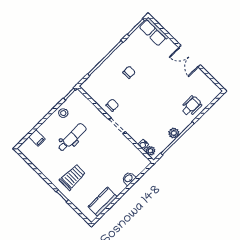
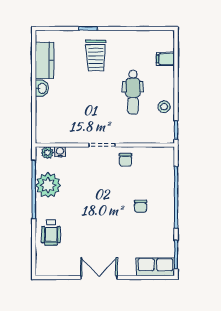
plant: (174, 133) -> (48, 185), width x1.88, depth x1.88
washbasin: (129, 178) -> (42, 88), moved

